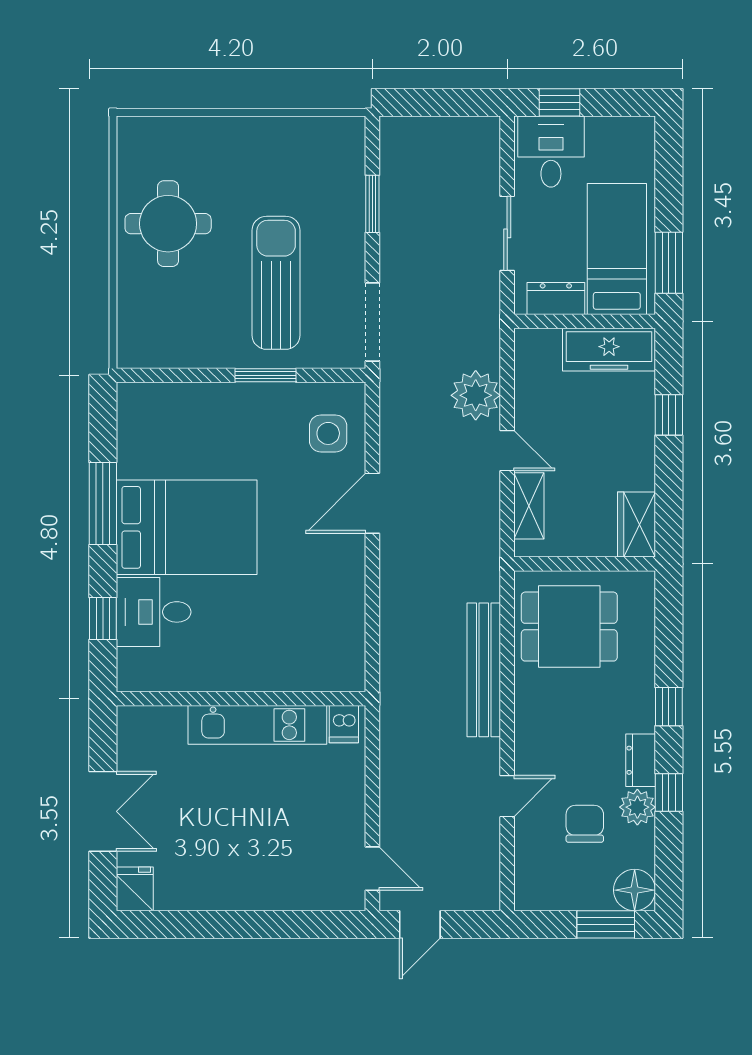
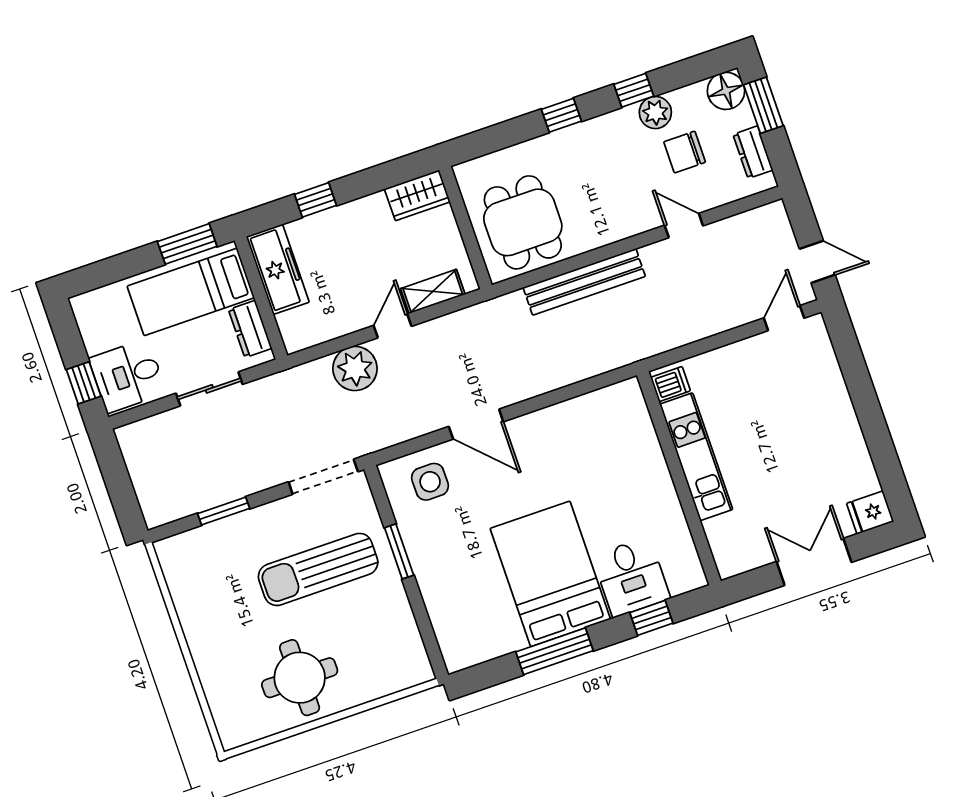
dresser: (641, 760) -> (753, 152), moved, turned 90

